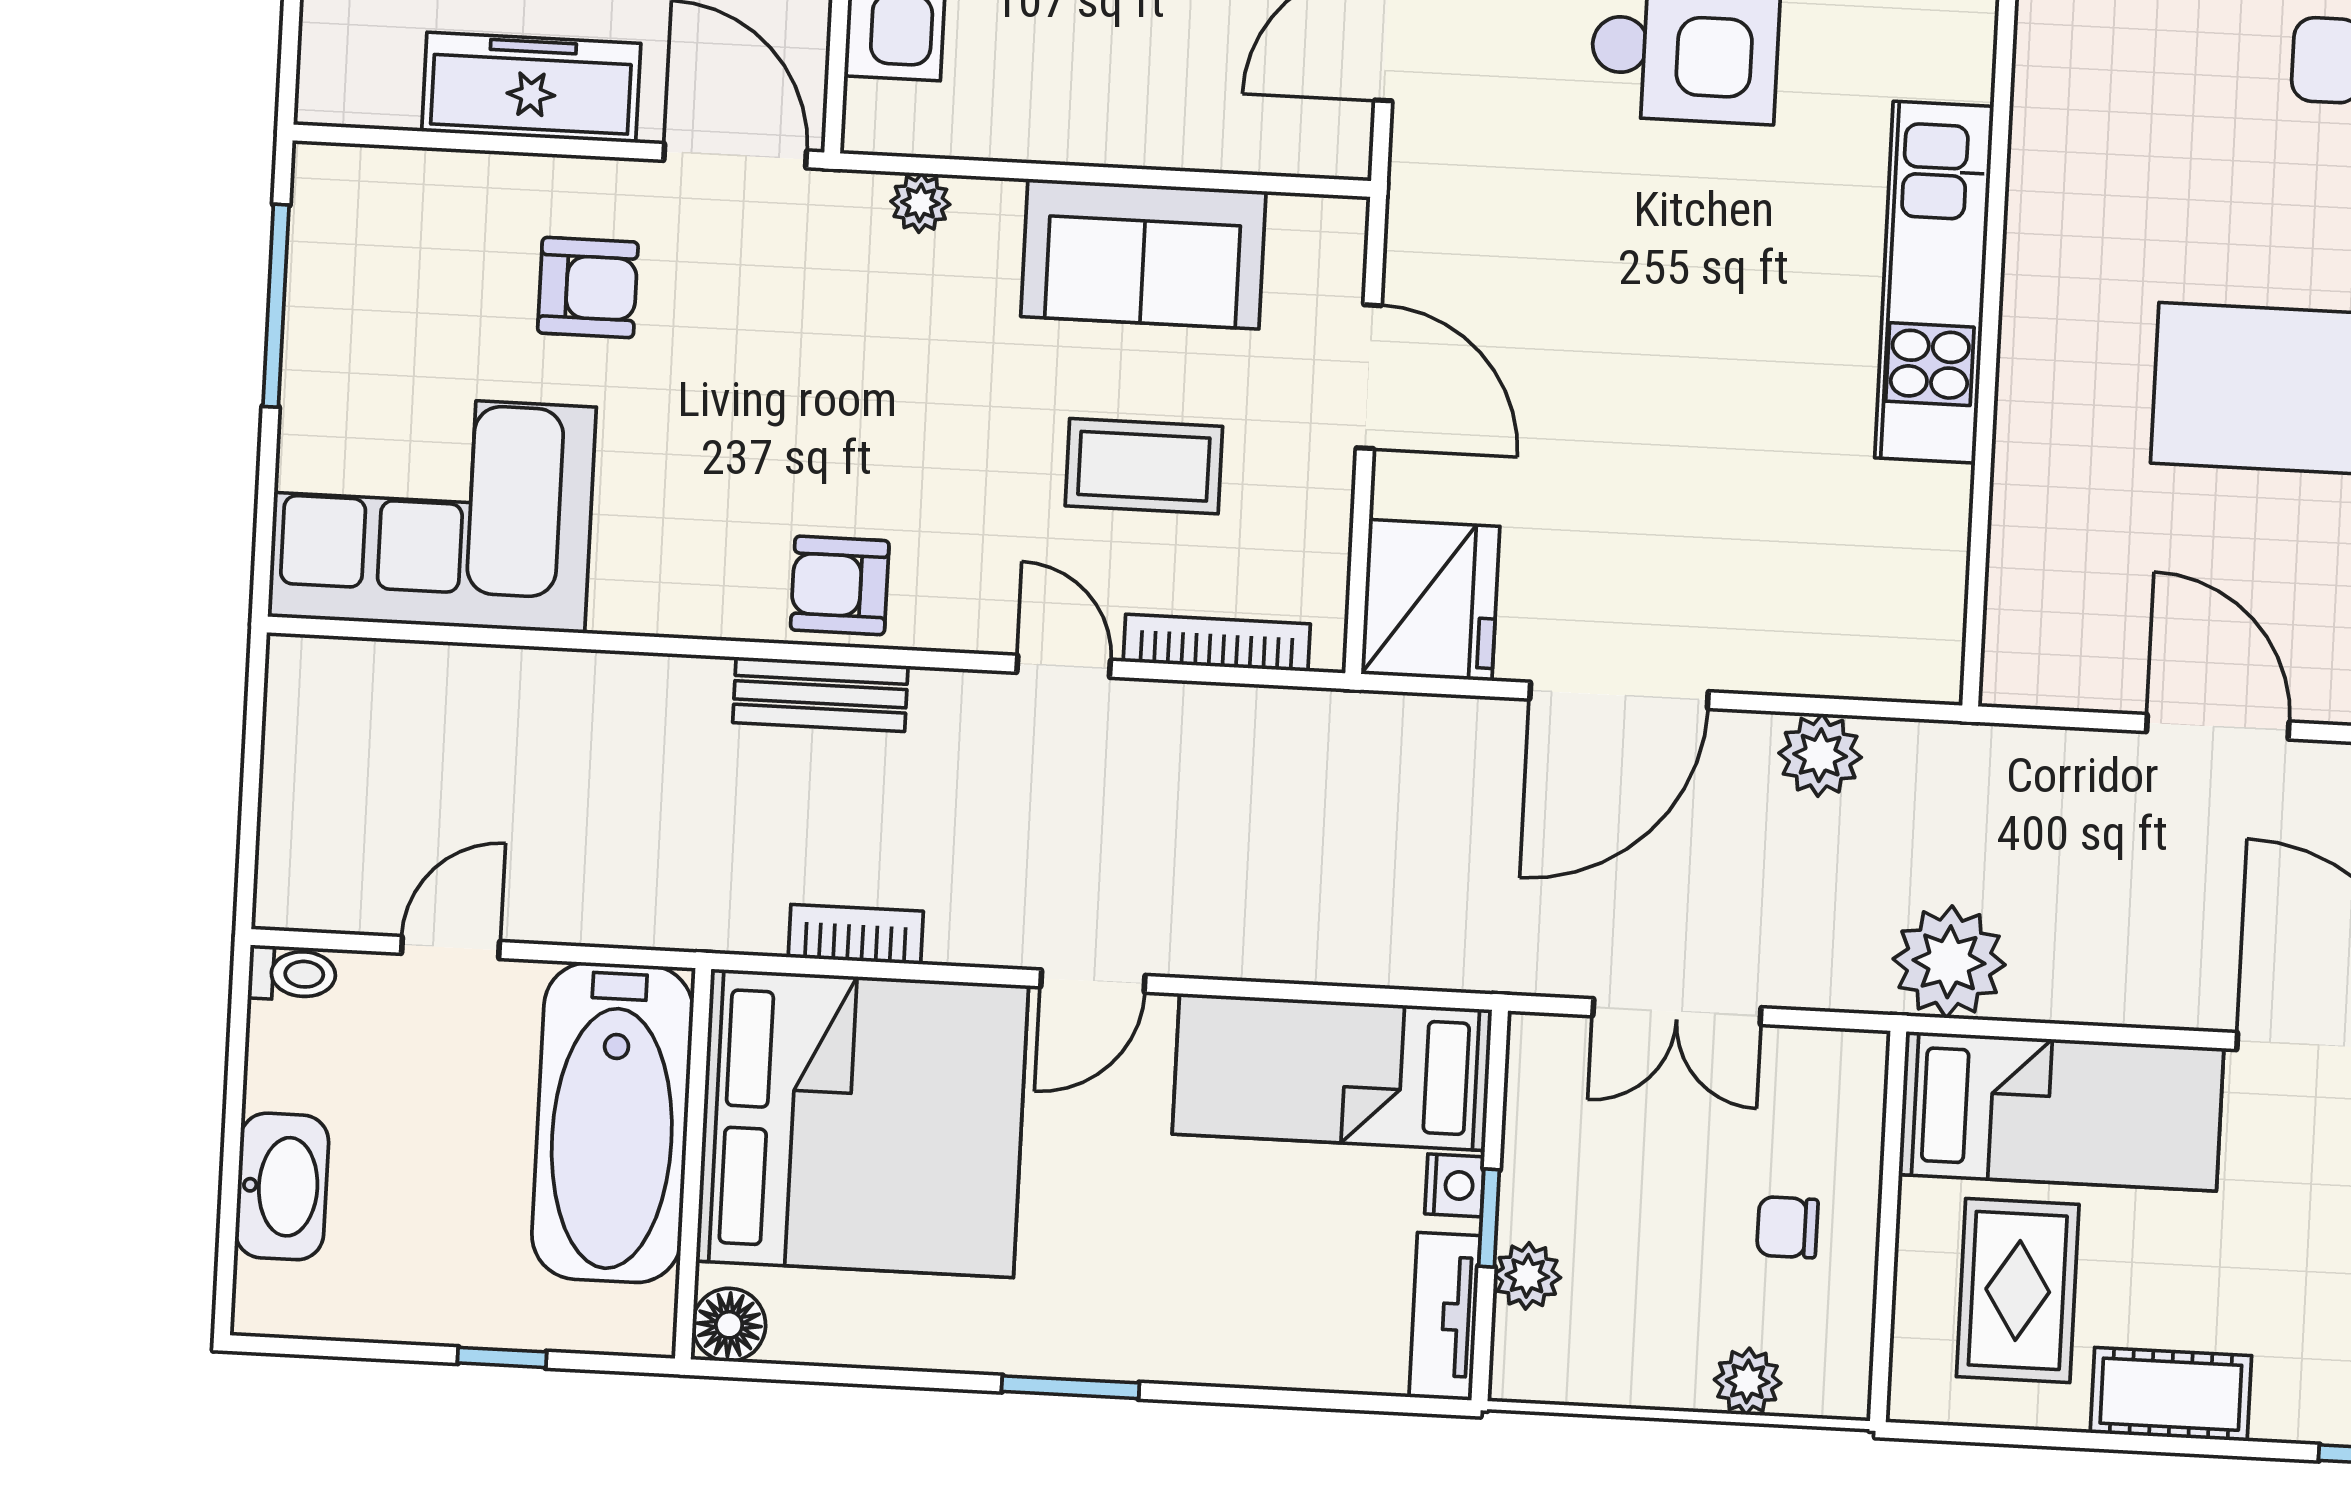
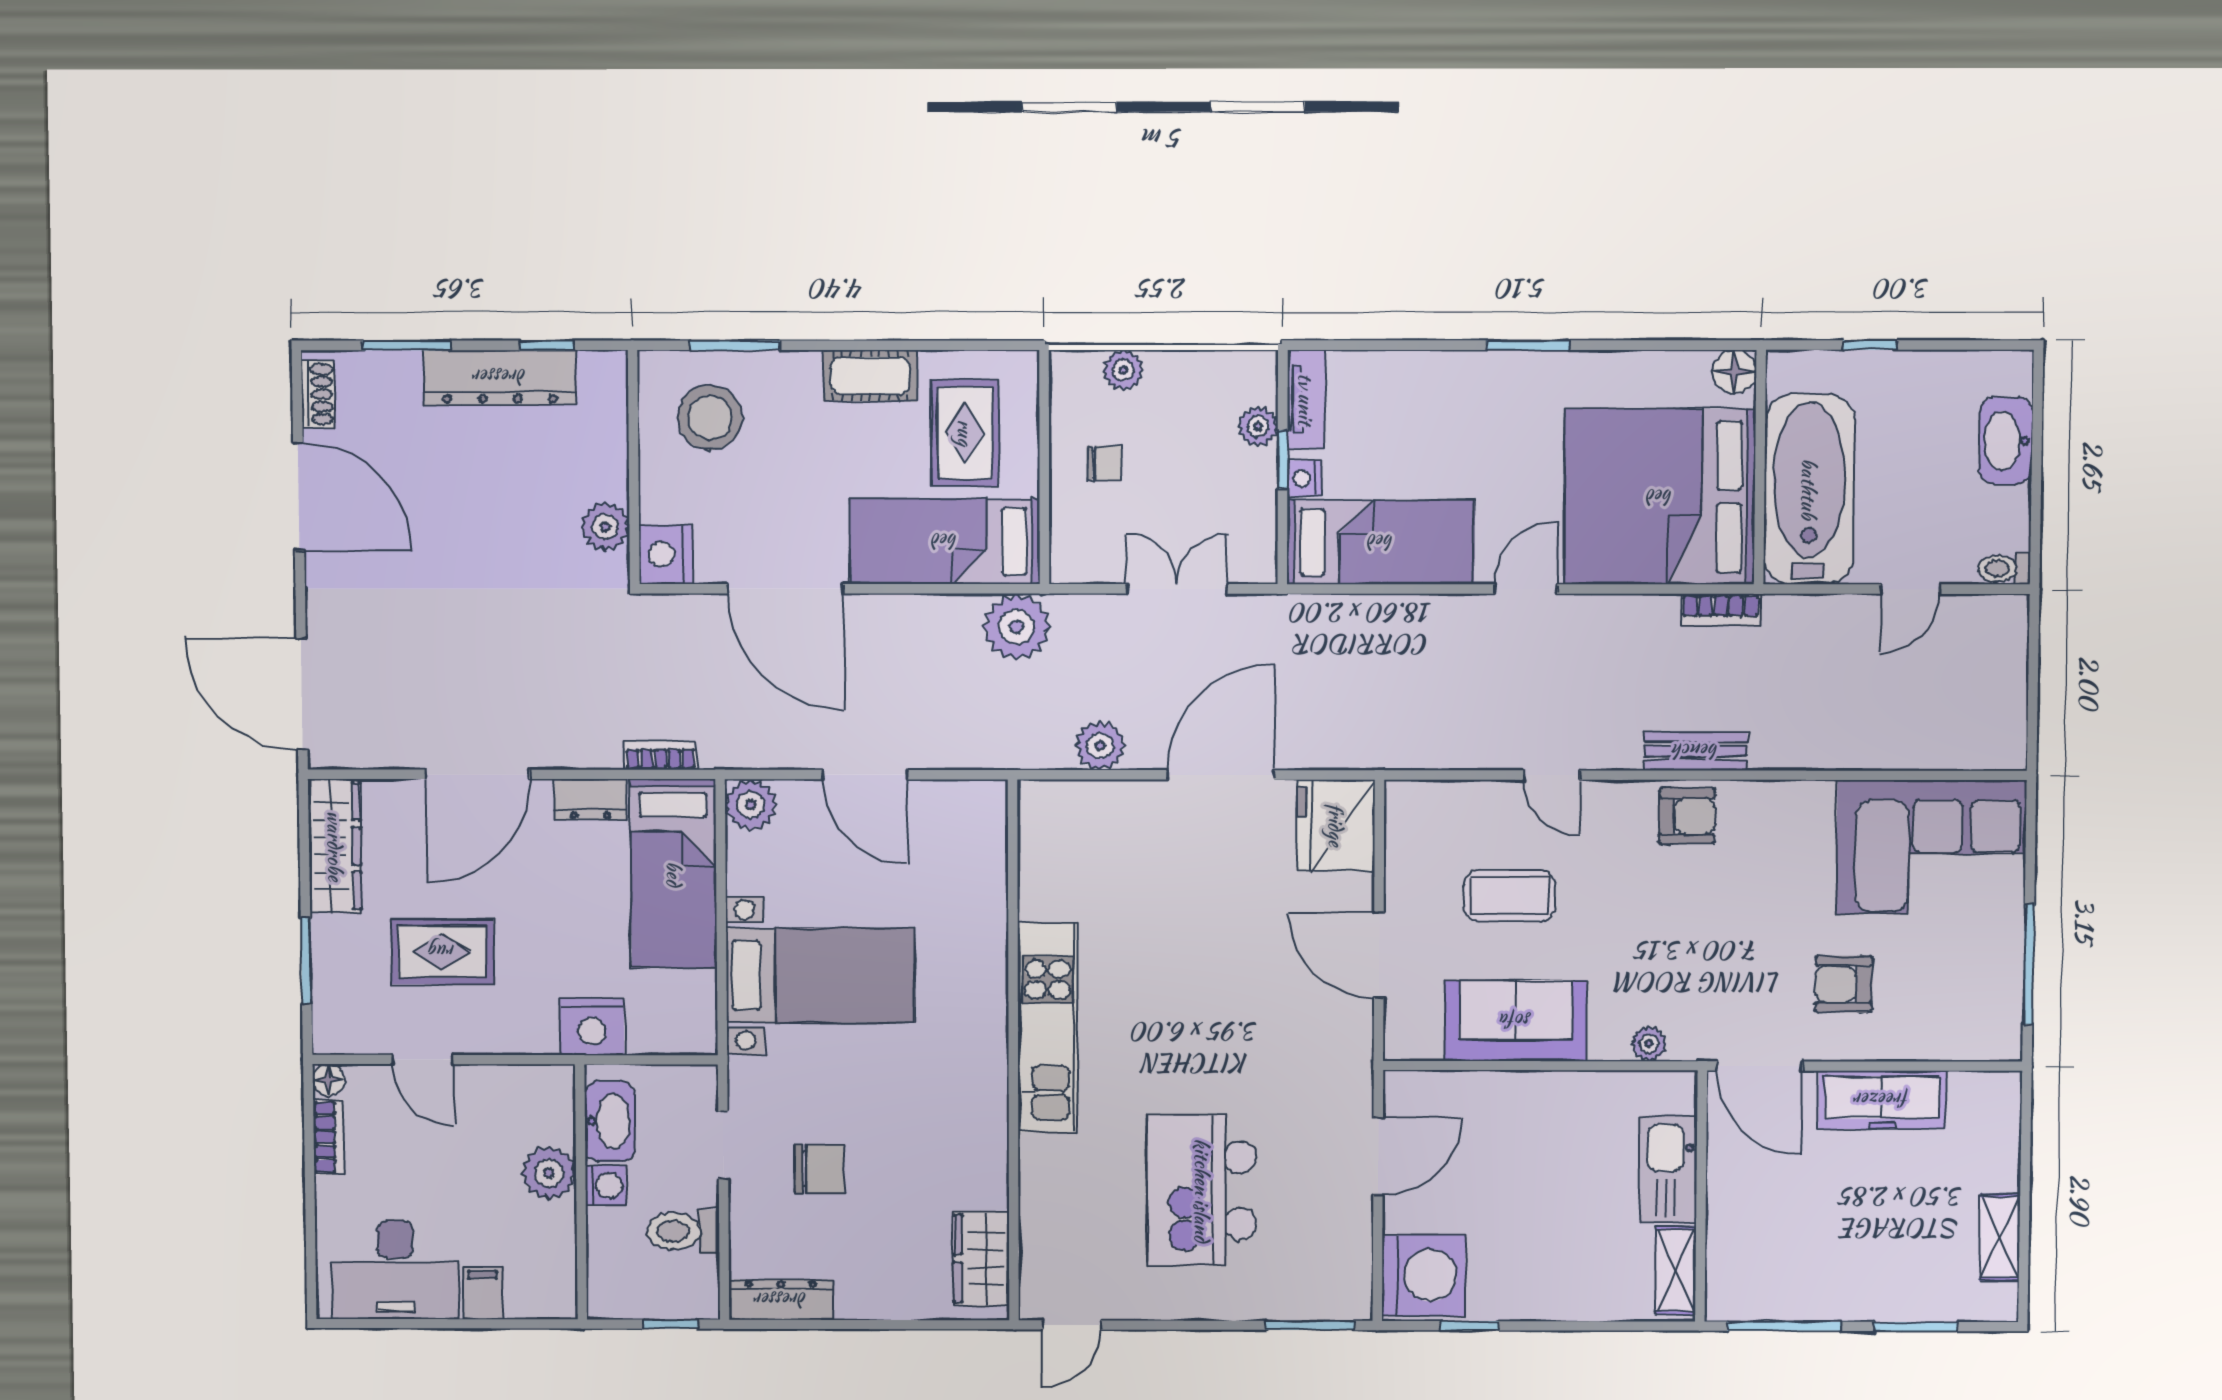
bookcase: (1217, 643) -> (1461, 794), removed
bookcase: (856, 934) -> (1721, 610), moved

